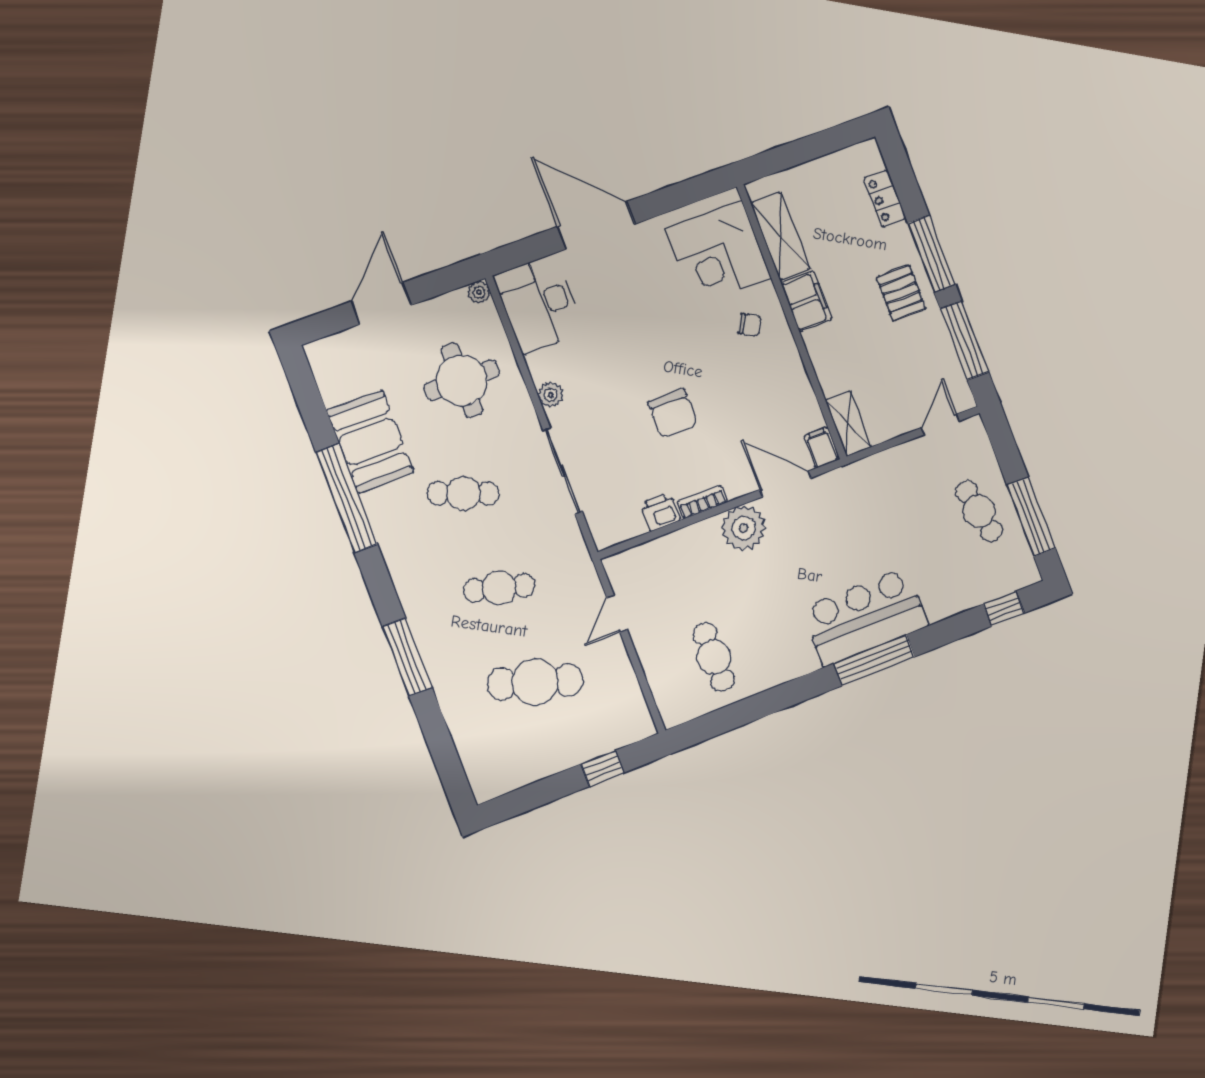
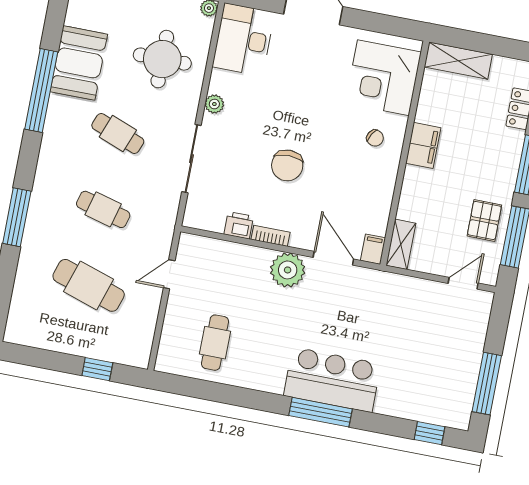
shelving: (780, 236) -> (458, 61), moved, turned 90
pallet: (901, 293) -> (484, 220), moved
cafe table: (979, 511) -> (453, 358), removed

